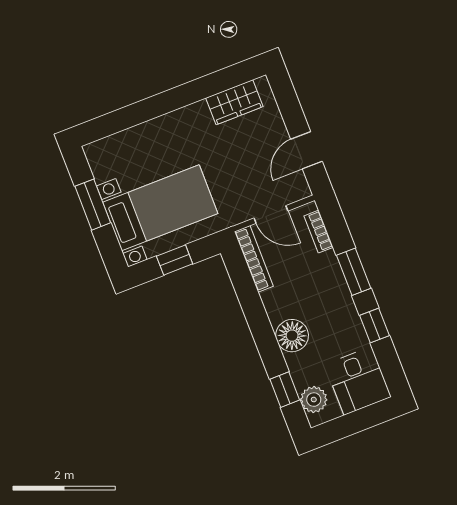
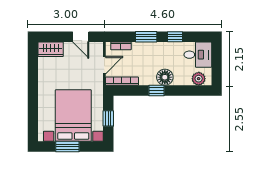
wardrobe: (234, 102) -> (51, 49), moved, turned 90
bed with nightstands: (160, 208) -> (73, 116), width x1.36
window: (285, 390) -> (156, 90), moved

